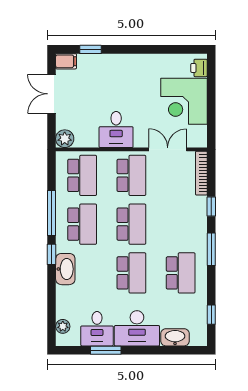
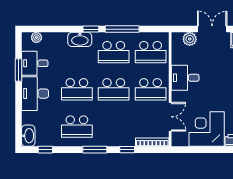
plant: (65, 139) -> (190, 39), moved
washbasin: (175, 337) -> (28, 136), moved

